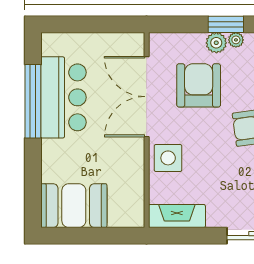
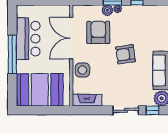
window: (33, 101) -> (12, 54), moved
booth: (74, 206) -> (40, 90), width x1.36, depth x1.42

